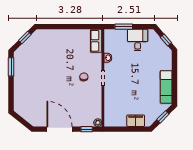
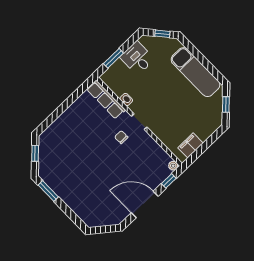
row of seats: (96, 41) -> (106, 99), width x1.48
exam couch: (166, 87) -> (196, 72), width x1.36, depth x1.45
filing cabinet: (136, 121) -> (190, 145), moved

